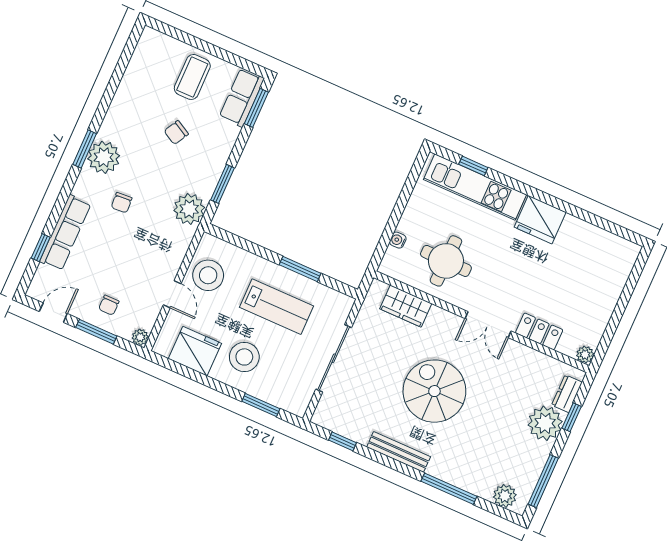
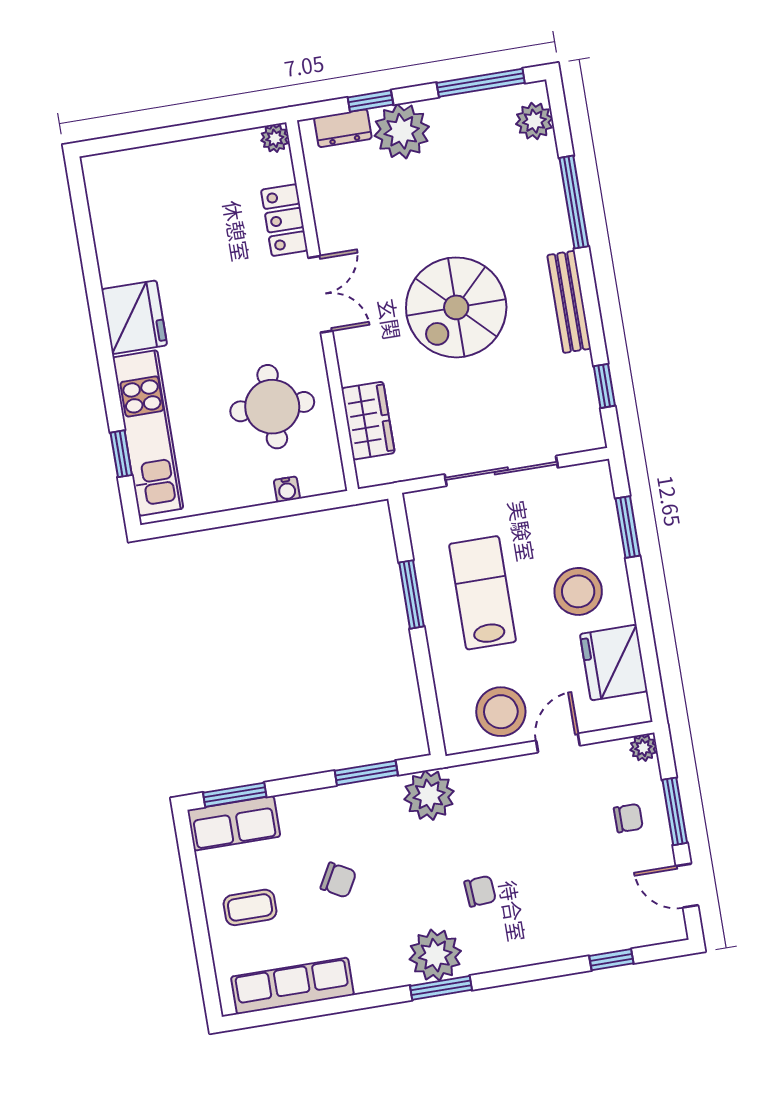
coffee table: (192, 77) -> (250, 907), width x0.73, depth x0.77
row of seats: (65, 233) -> (292, 986), moved

